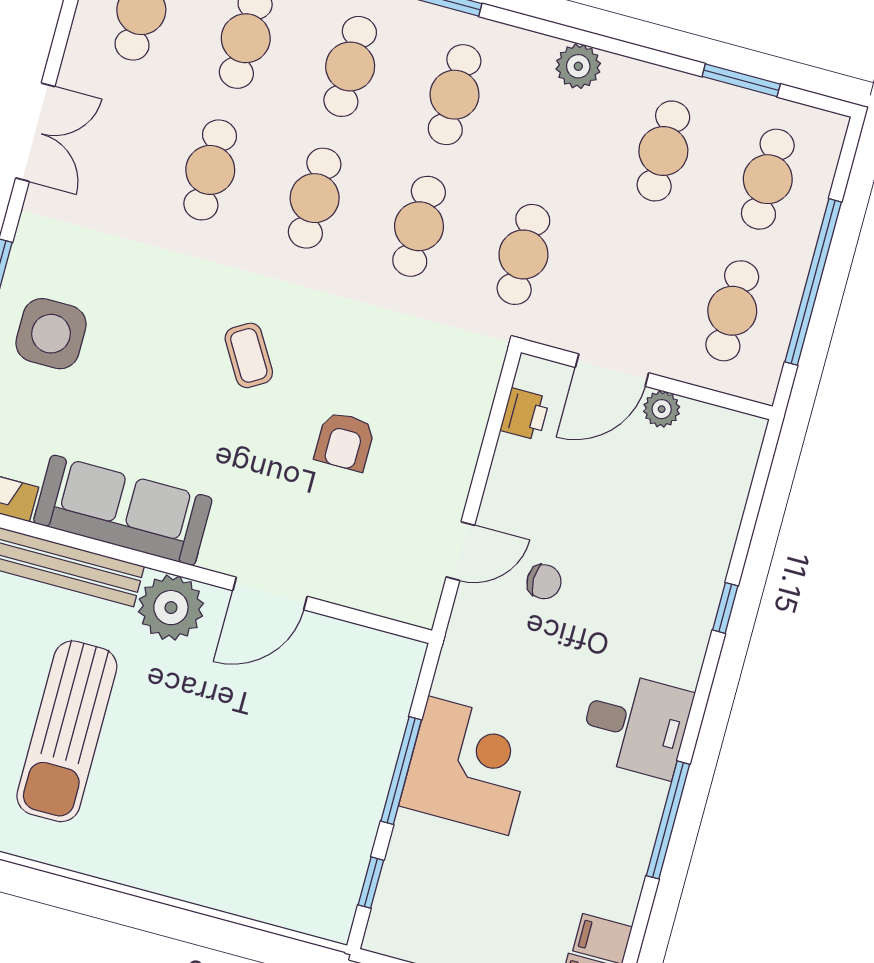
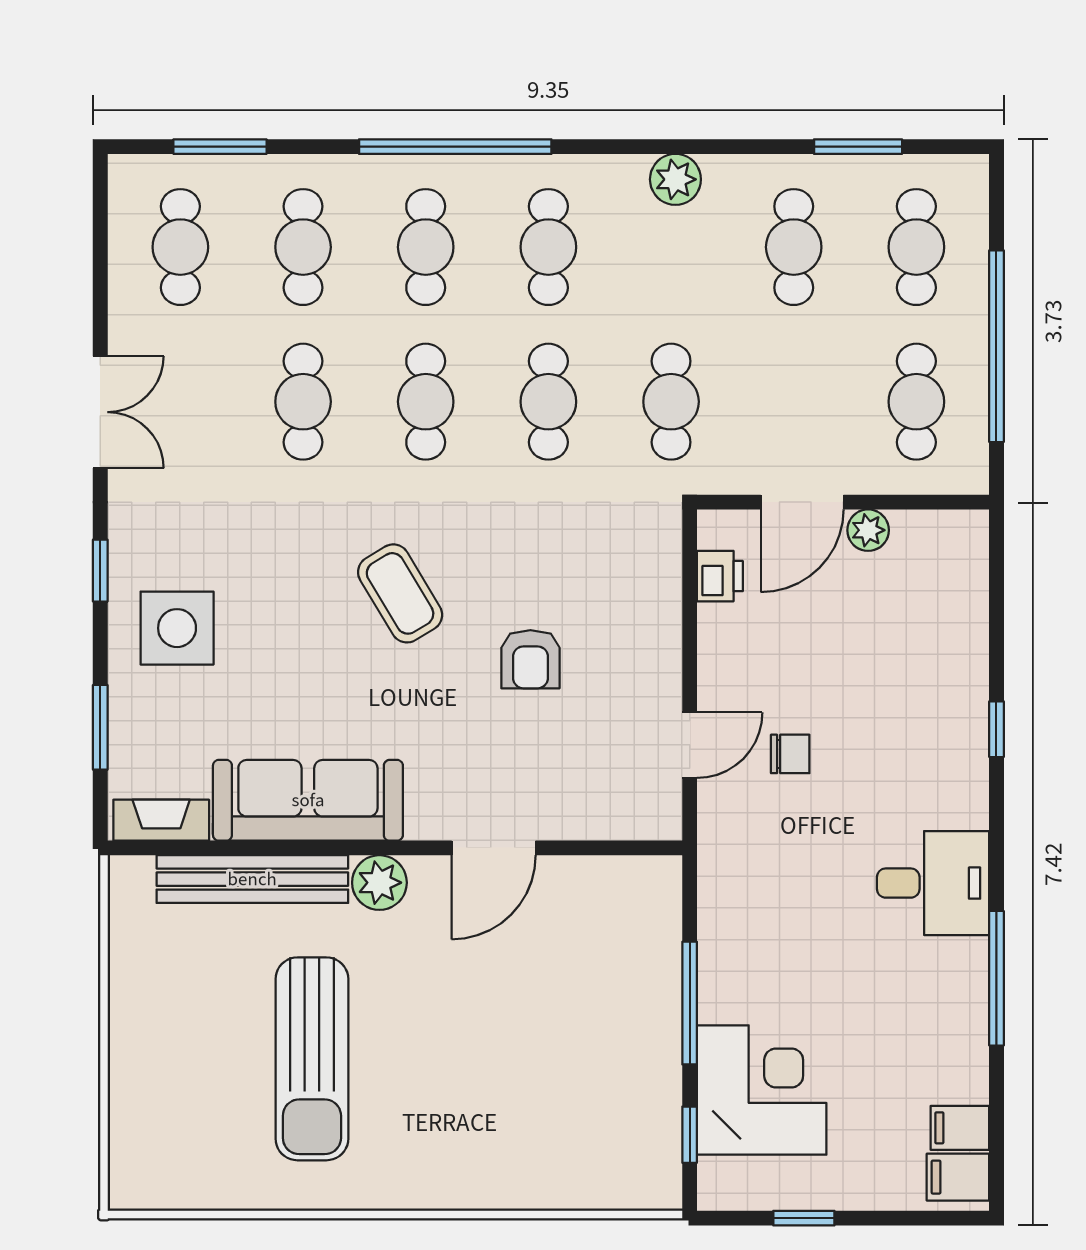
coffee table: (249, 355) -> (400, 593), width x1.36, depth x1.30
plant: (171, 608) -> (379, 883), width x0.73, depth x0.73
corner desk: (468, 766) -> (762, 1090), moved

